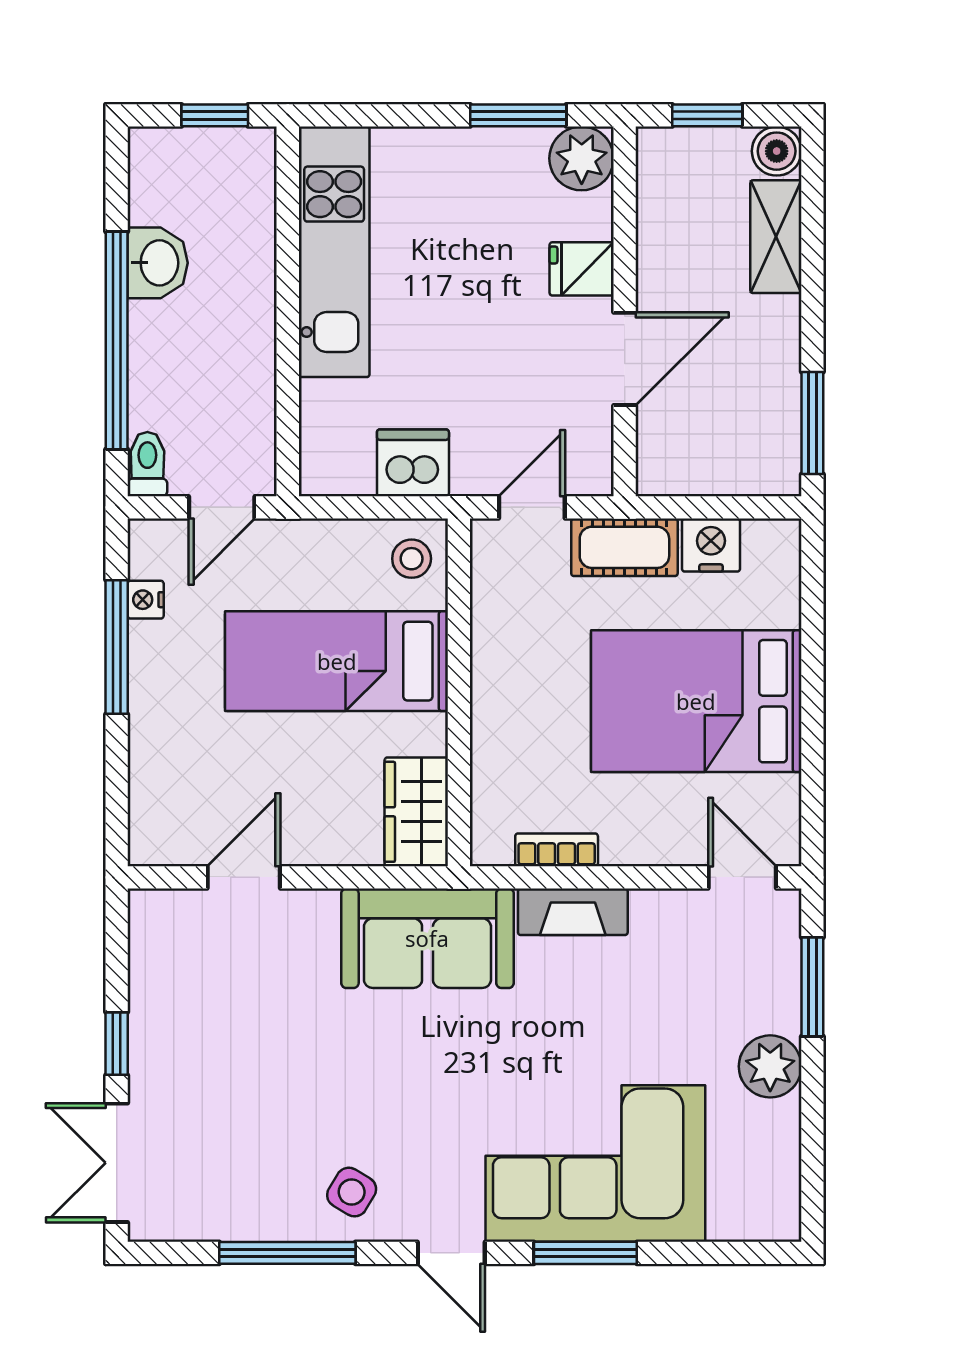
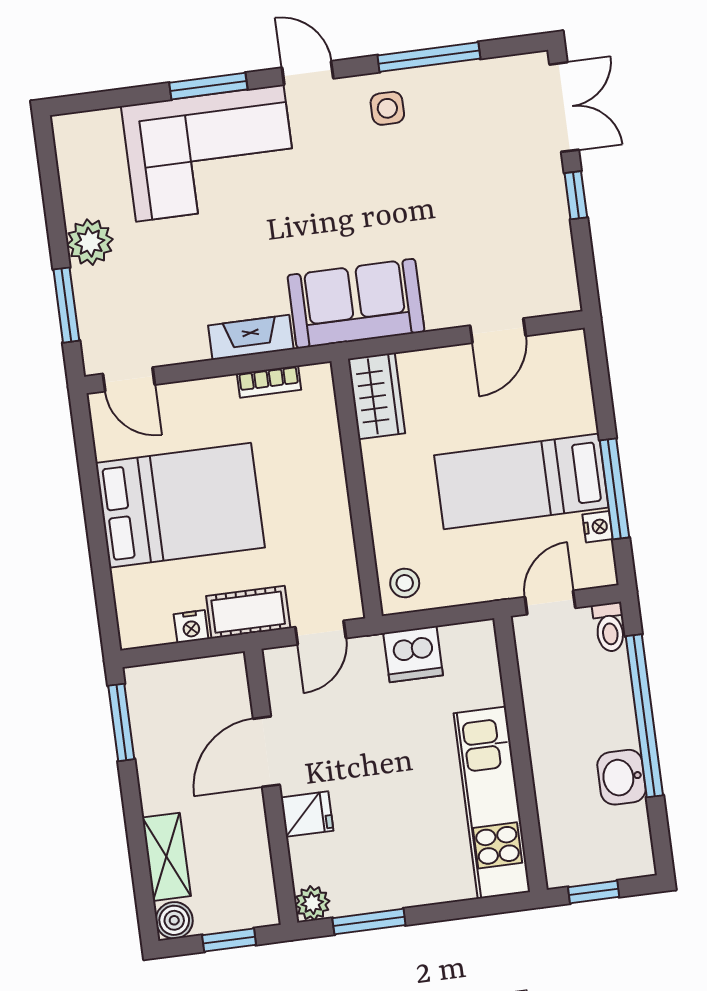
plant: (582, 158) -> (312, 903), width x0.73, depth x0.73
nightstand: (711, 545) -> (191, 627), width x0.72, depth x0.74
bed: (337, 661) -> (521, 481), moved, turned 180
side table: (352, 1192) -> (387, 108), turned -31

